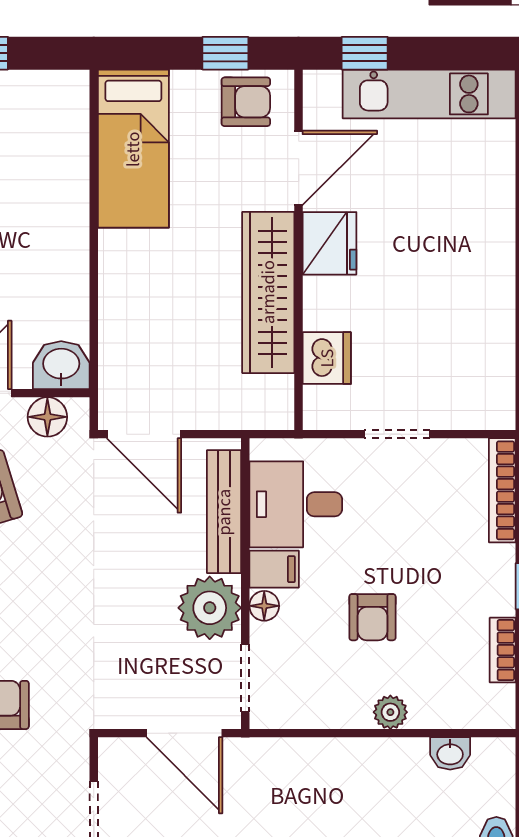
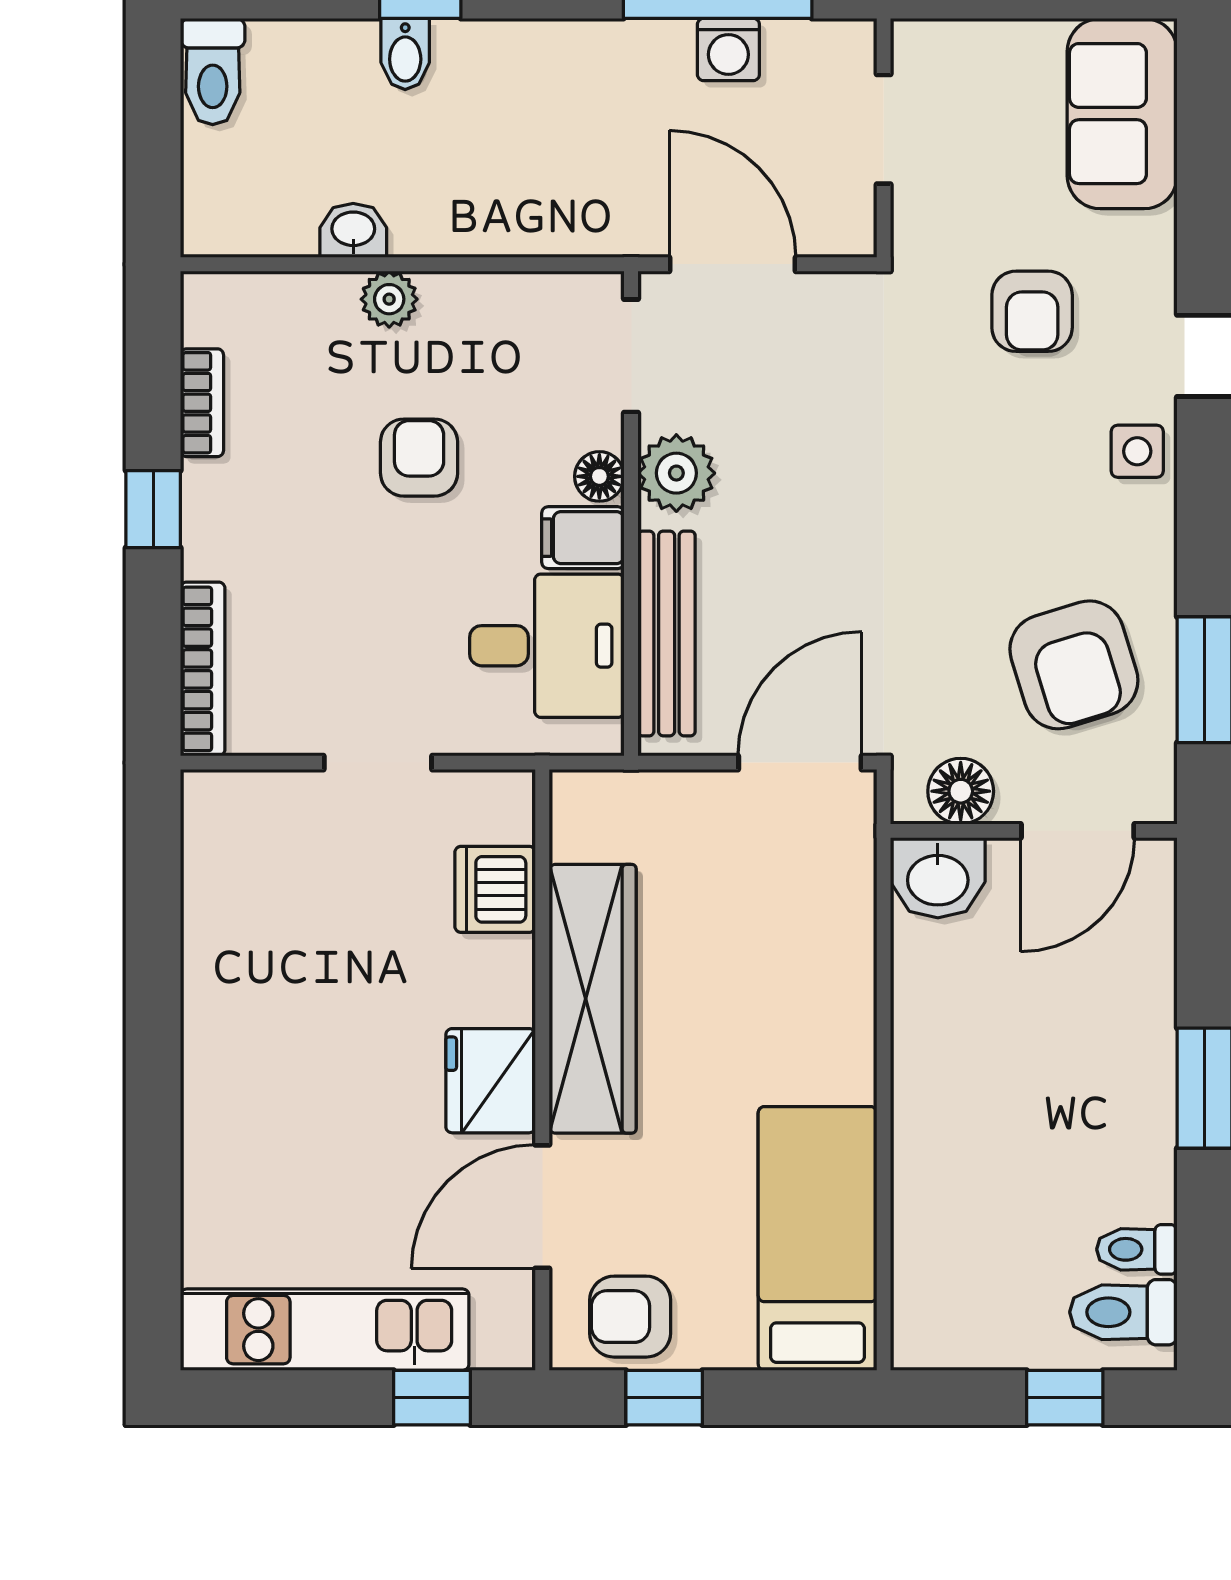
door: (144, 434) -> (800, 763), hinge flipped
plant: (210, 608) -> (676, 473), width x0.73, depth x0.73
washbasin: (450, 753) -> (353, 230), moved

